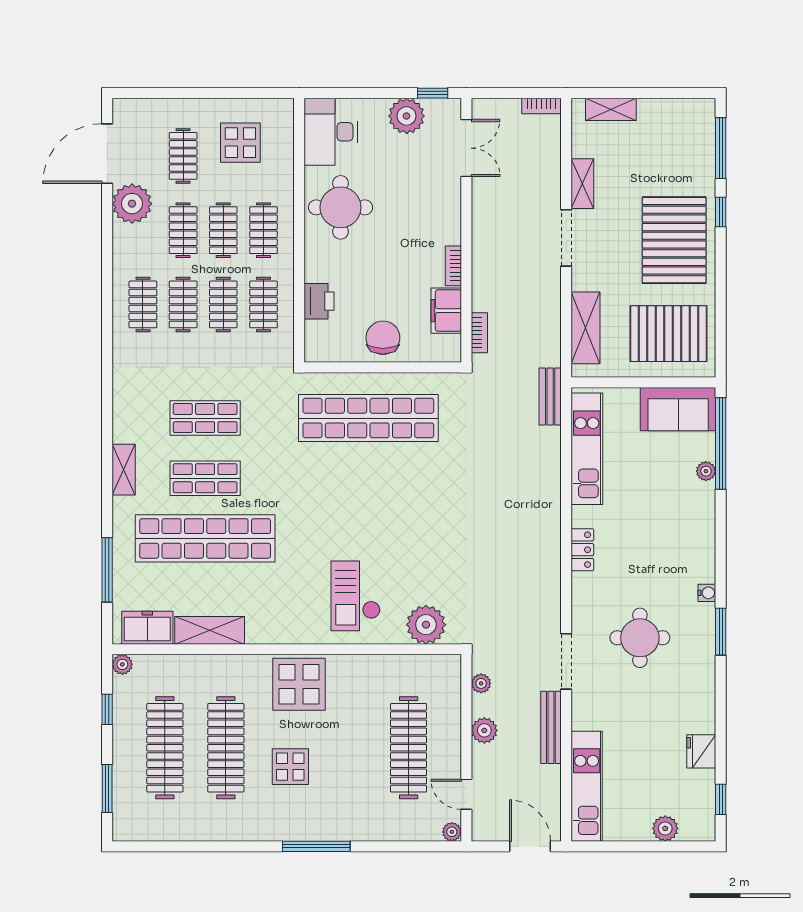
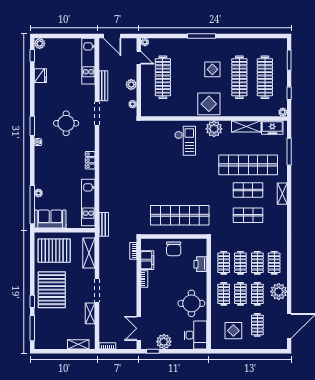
plant: (132, 204) -> (279, 292), moved
plant: (426, 625) -> (214, 129), moved
plant: (665, 828) -> (40, 43), moved

